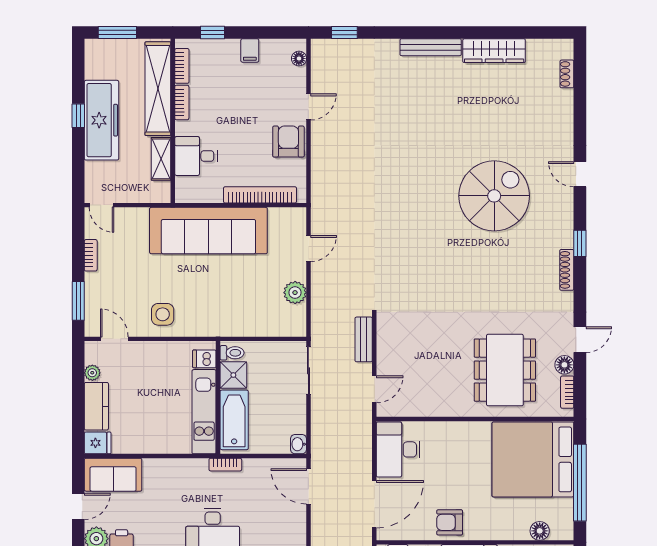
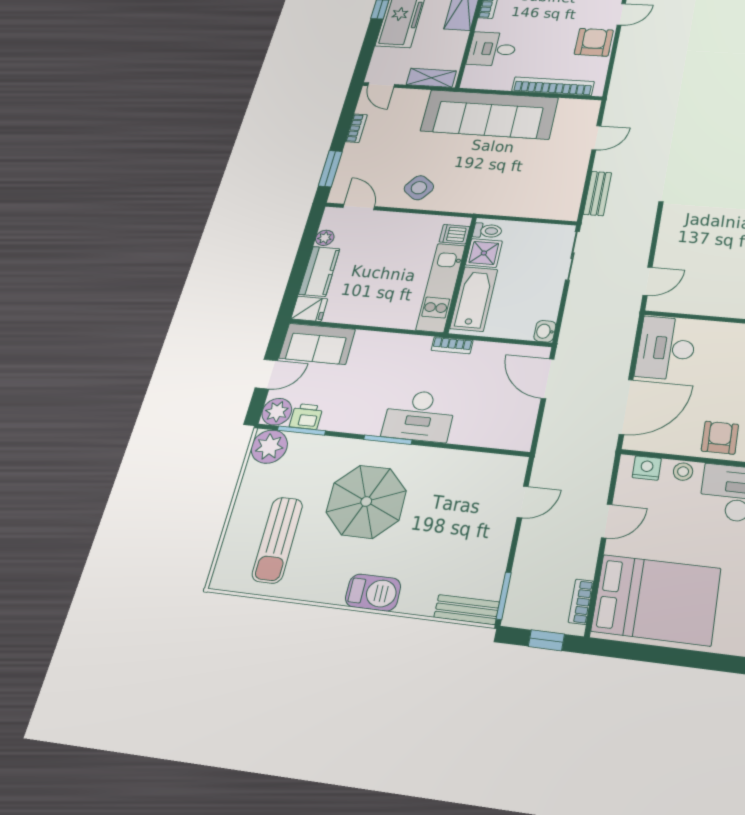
shelving: (161, 159) -> (431, 78), moved, turned 90
plant: (295, 293) -> (573, 178), removed
side table: (163, 314) -> (419, 188), turned 37
bench: (364, 339) -> (597, 193), moved
armchair: (450, 522) -> (720, 438), turned 90

